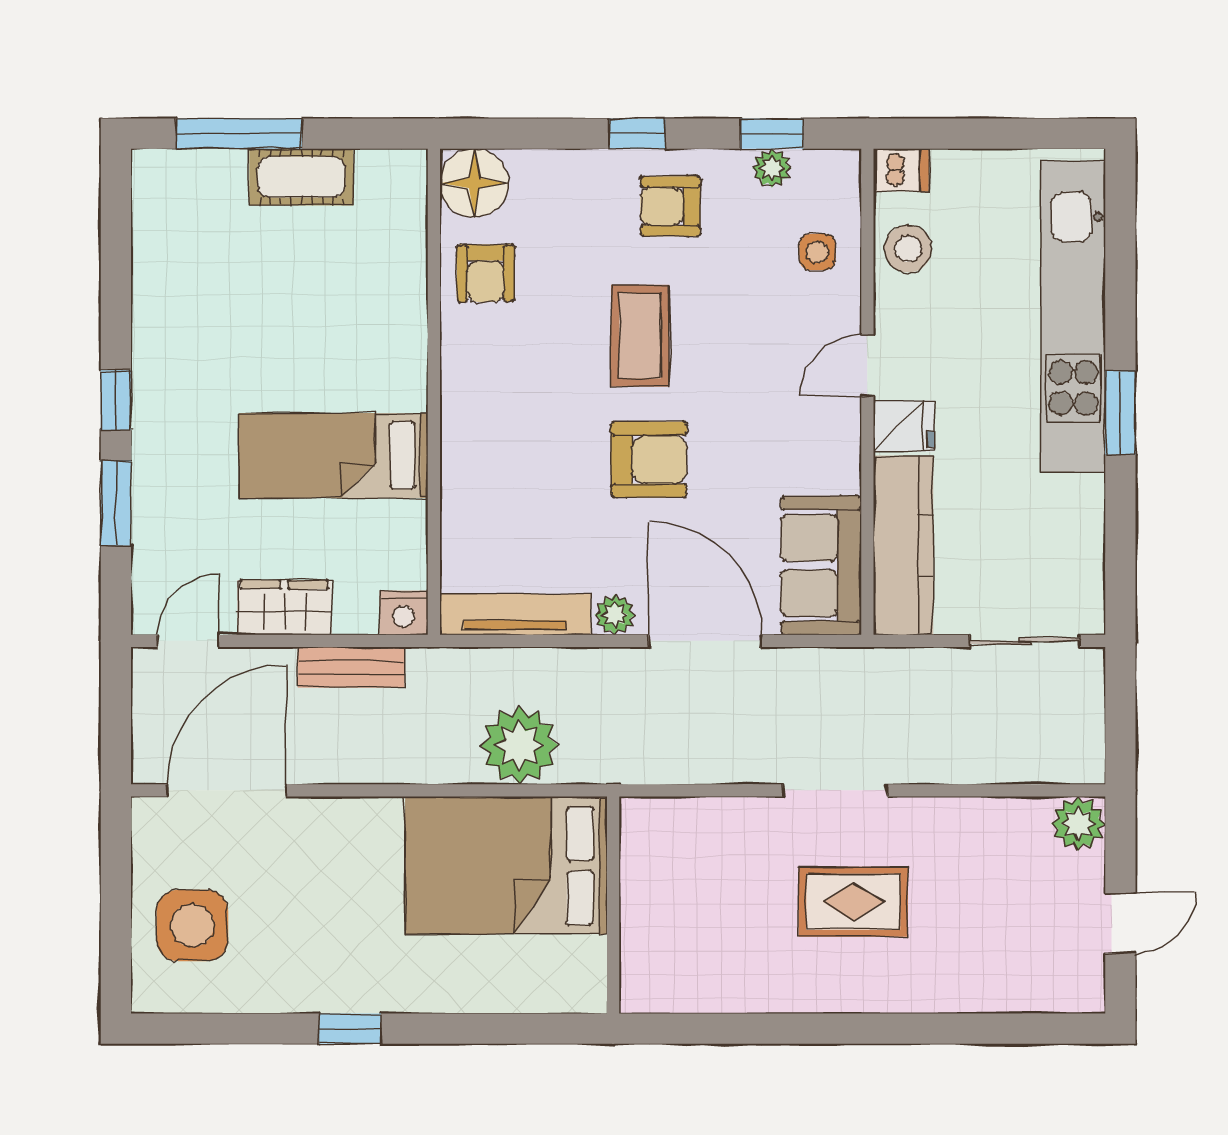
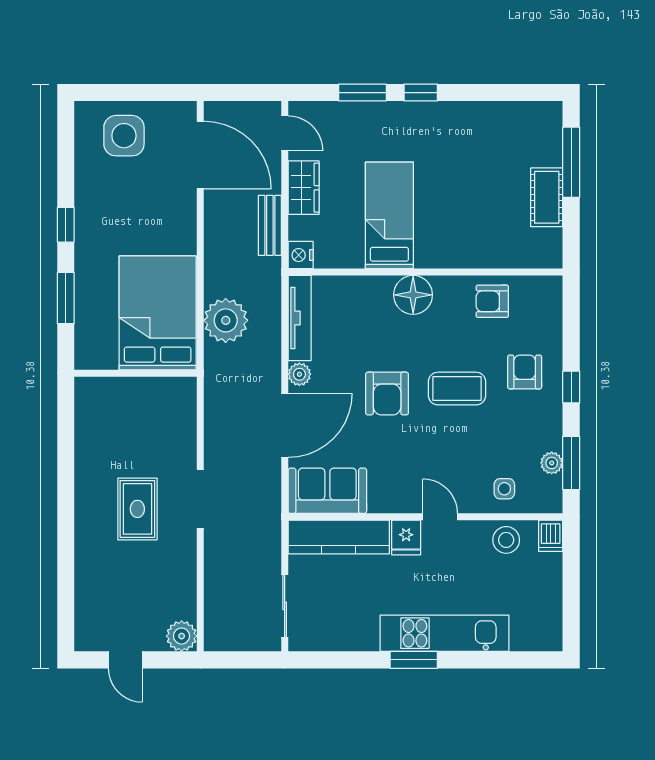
window: (772, 134) -> (571, 463), width x1.50
floor lamp: (474, 183) -> (413, 295), moved
armchair: (670, 206) -> (525, 372), moved
kitchen unit: (1073, 316) -> (445, 633), width x0.73
window: (480, 1029) -> (66, 298), added

